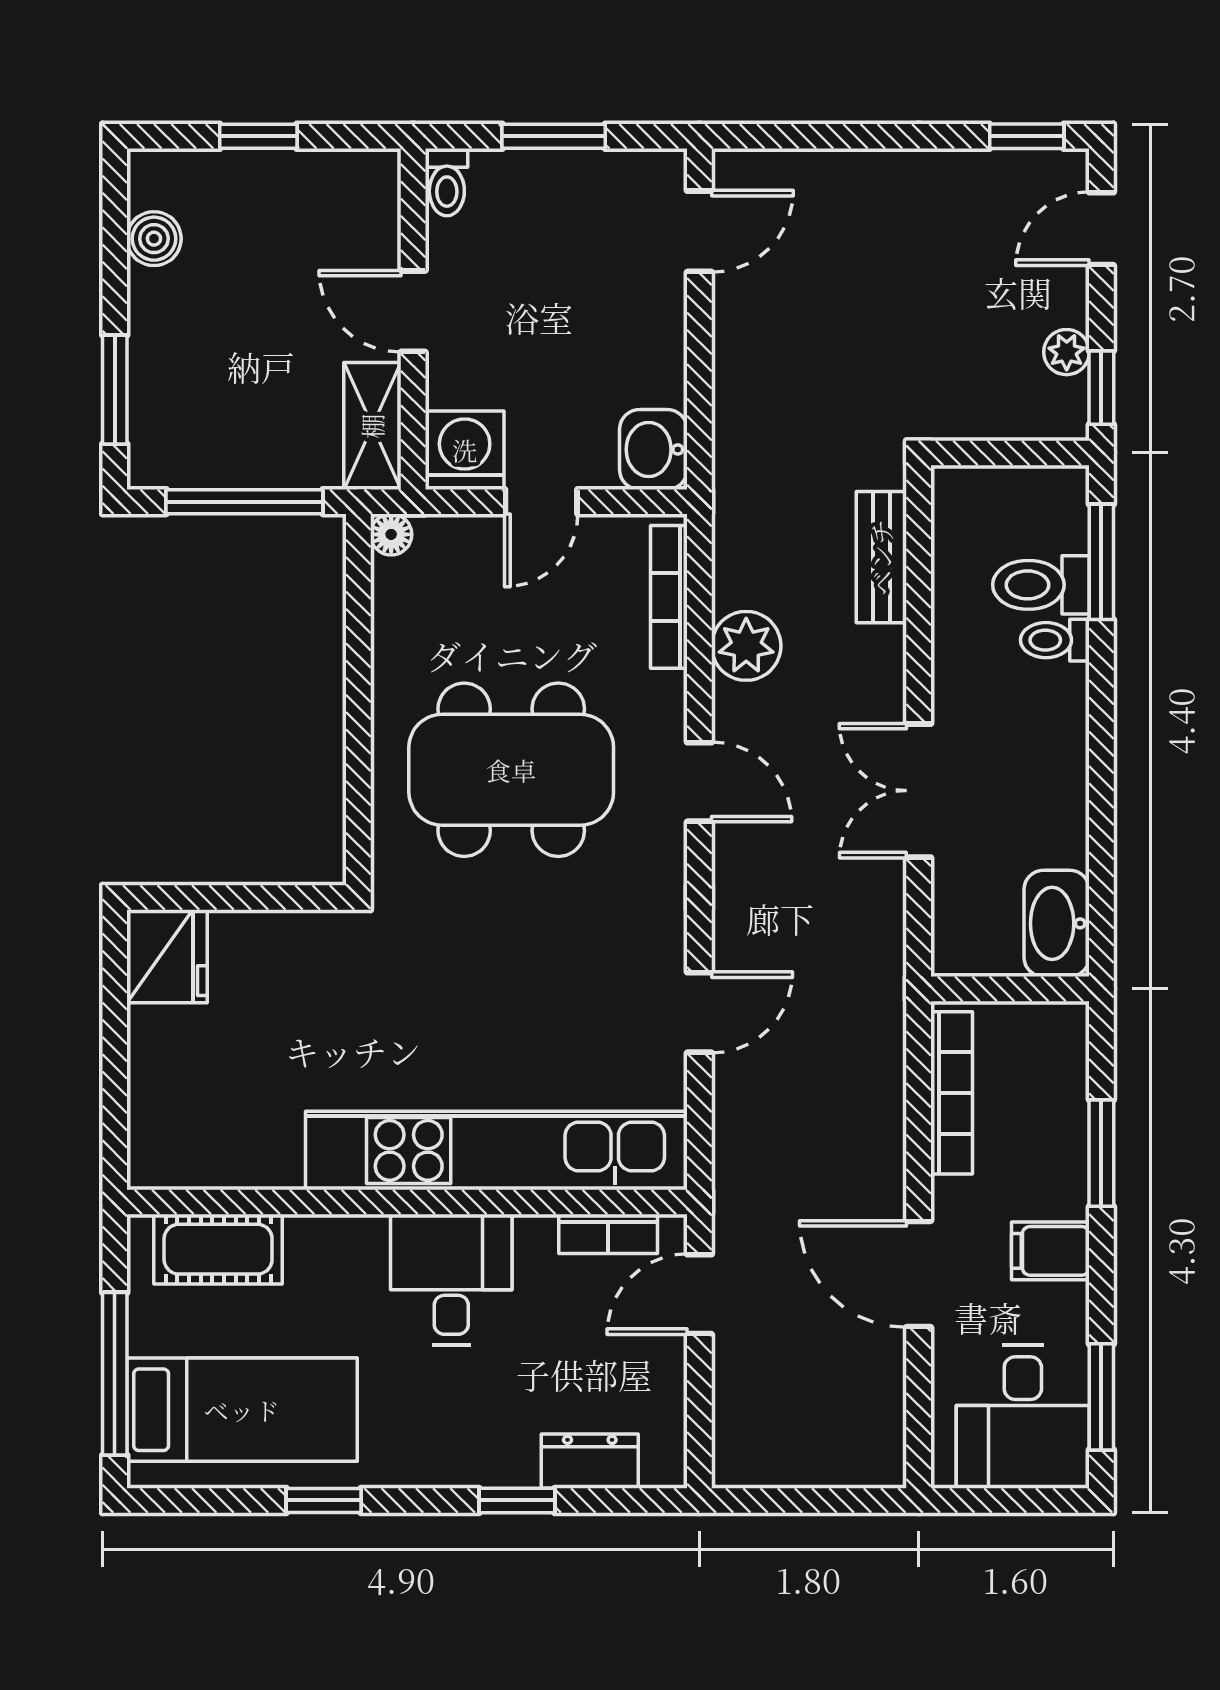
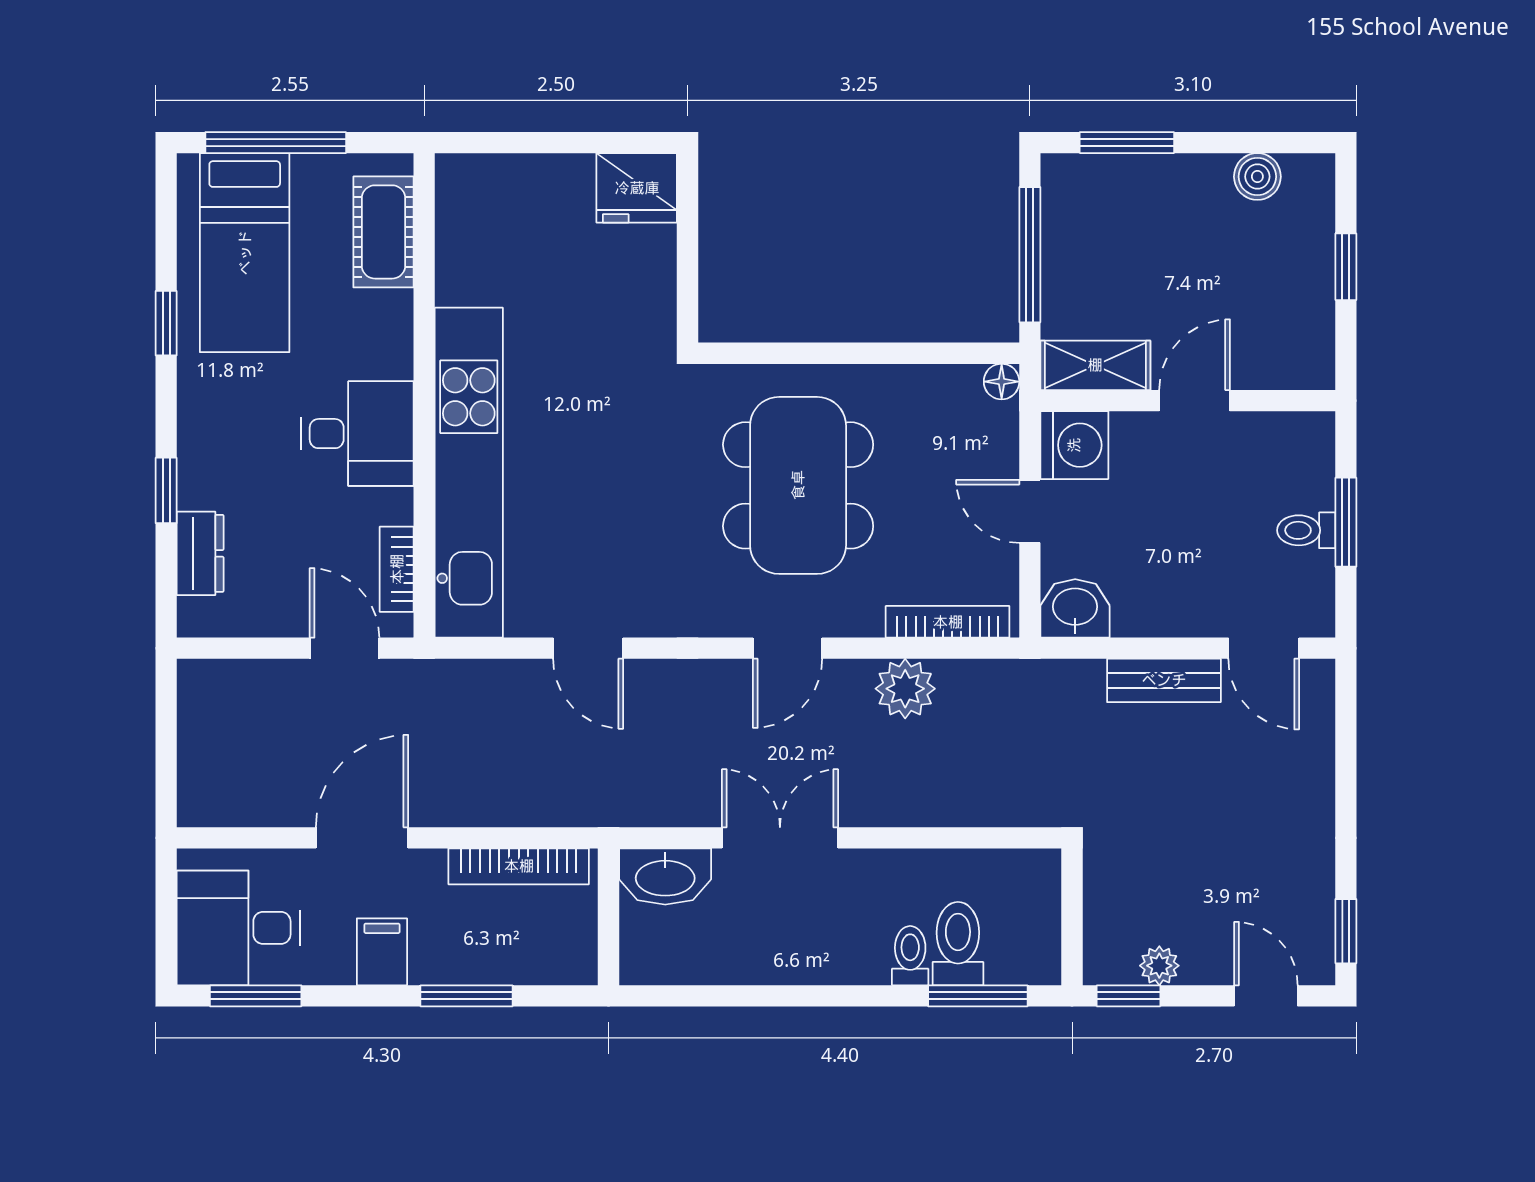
toilet: (447, 182) -> (1306, 530), moved
bench: (881, 557) -> (1164, 680), moved
washbasin: (1057, 923) -> (665, 877), moved, turned 180

